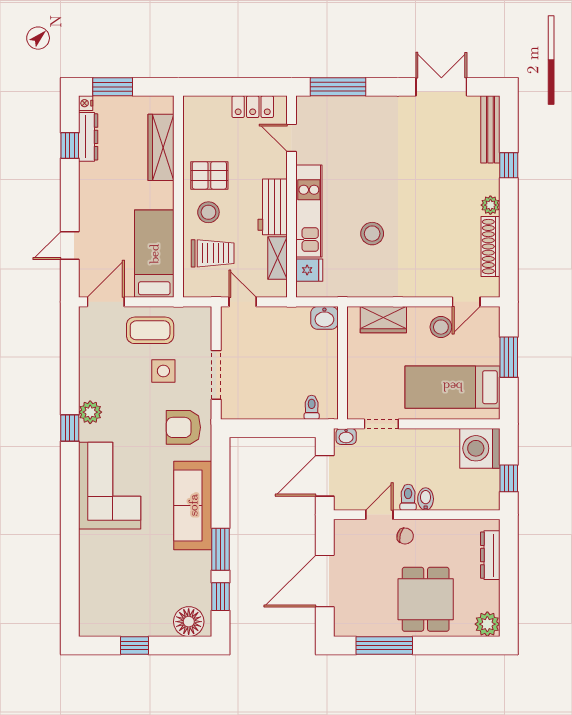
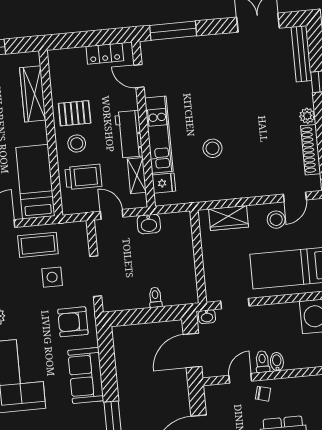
washbasin: (324, 318) -> (149, 224), moved
toilet: (312, 407) -> (155, 297), moved
sofa: (193, 505) -> (86, 375), width x0.73

